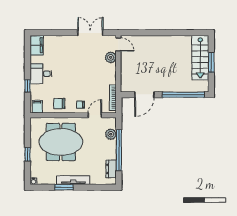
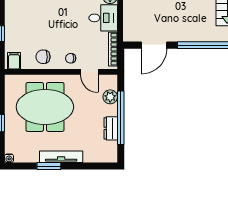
desk: (41, 74) -> (103, 18), moved, turned 180
door: (95, 115) -> (89, 72), swing flipped
dresser: (111, 169) -> (111, 128), moved

